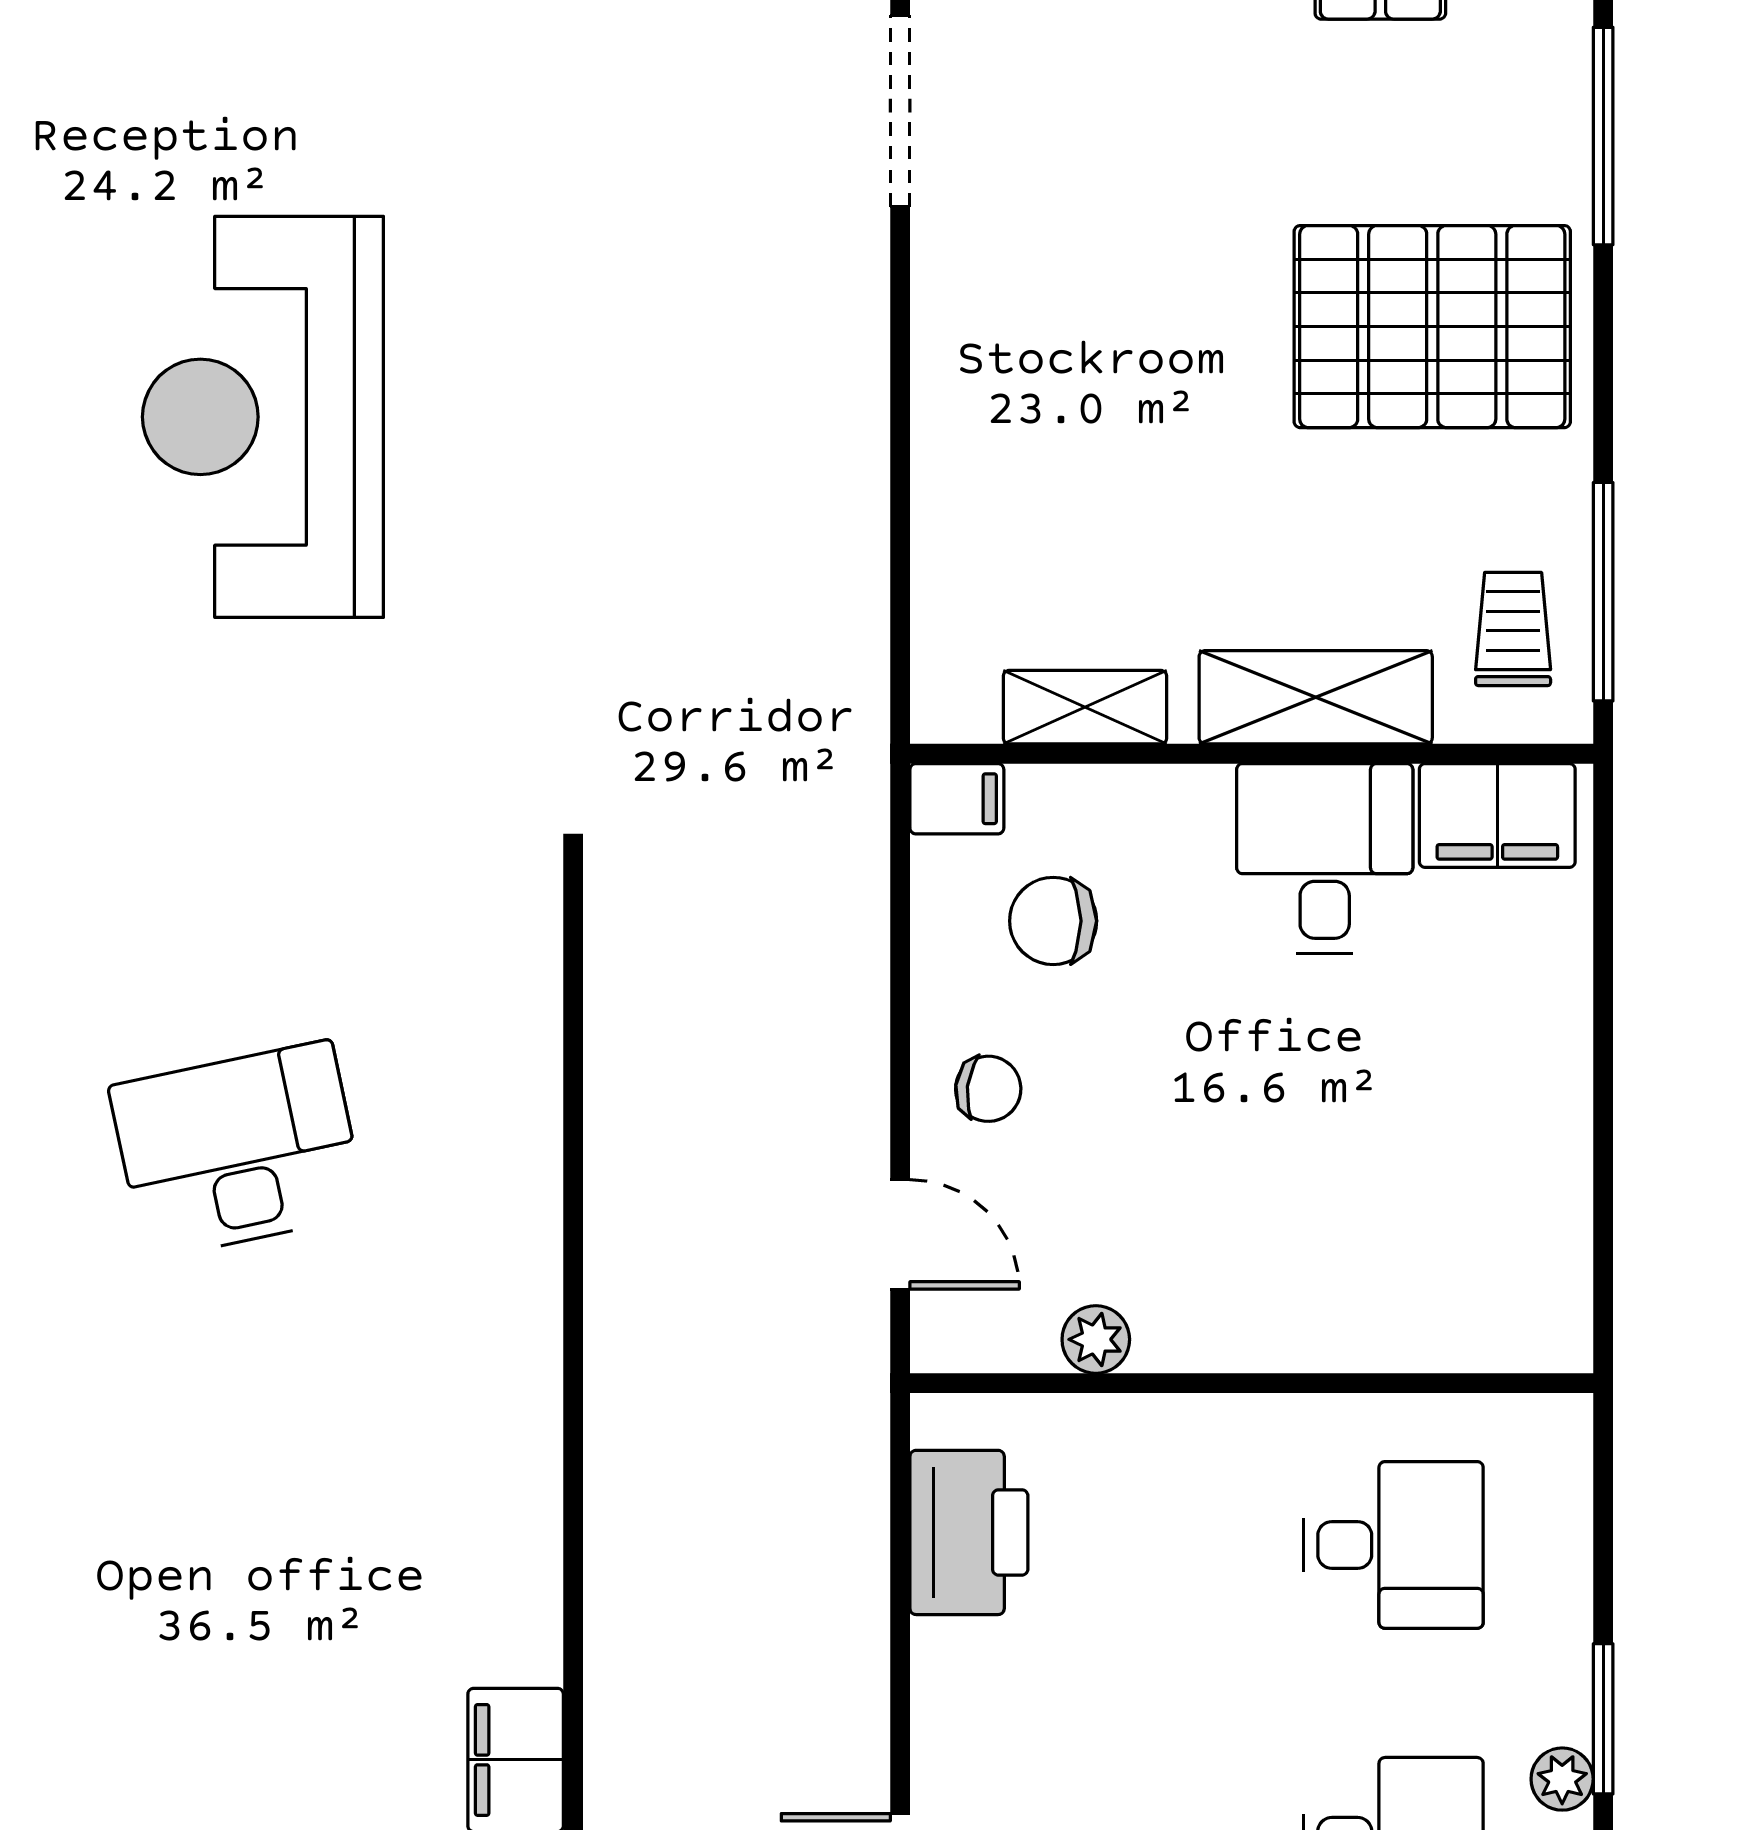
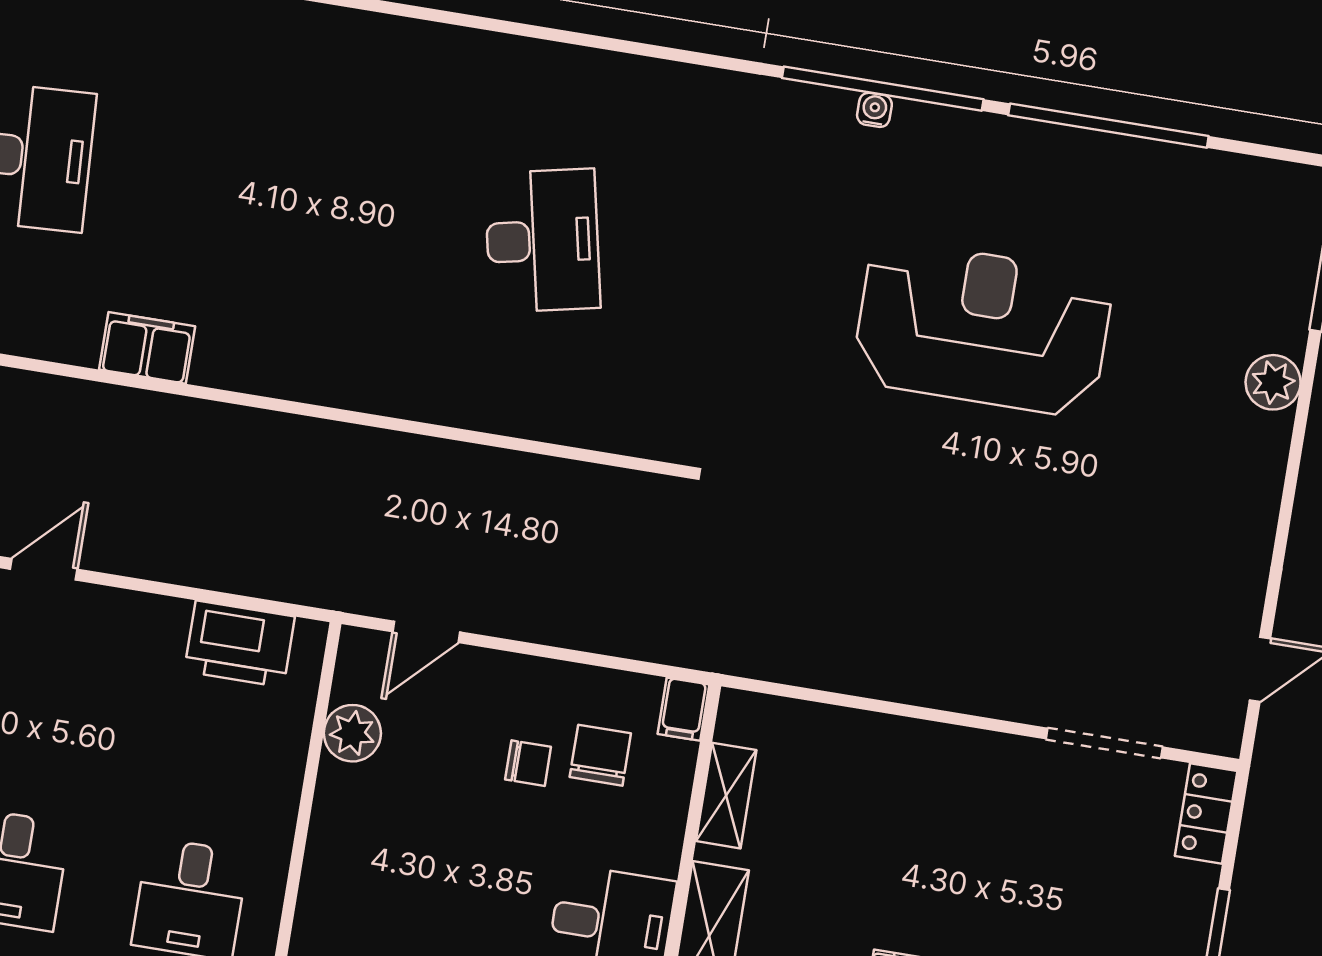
chair: (988, 1089) -> (528, 763), moved, turned -97
plant: (1096, 1339) -> (352, 733), width x1.38, depth x1.38

